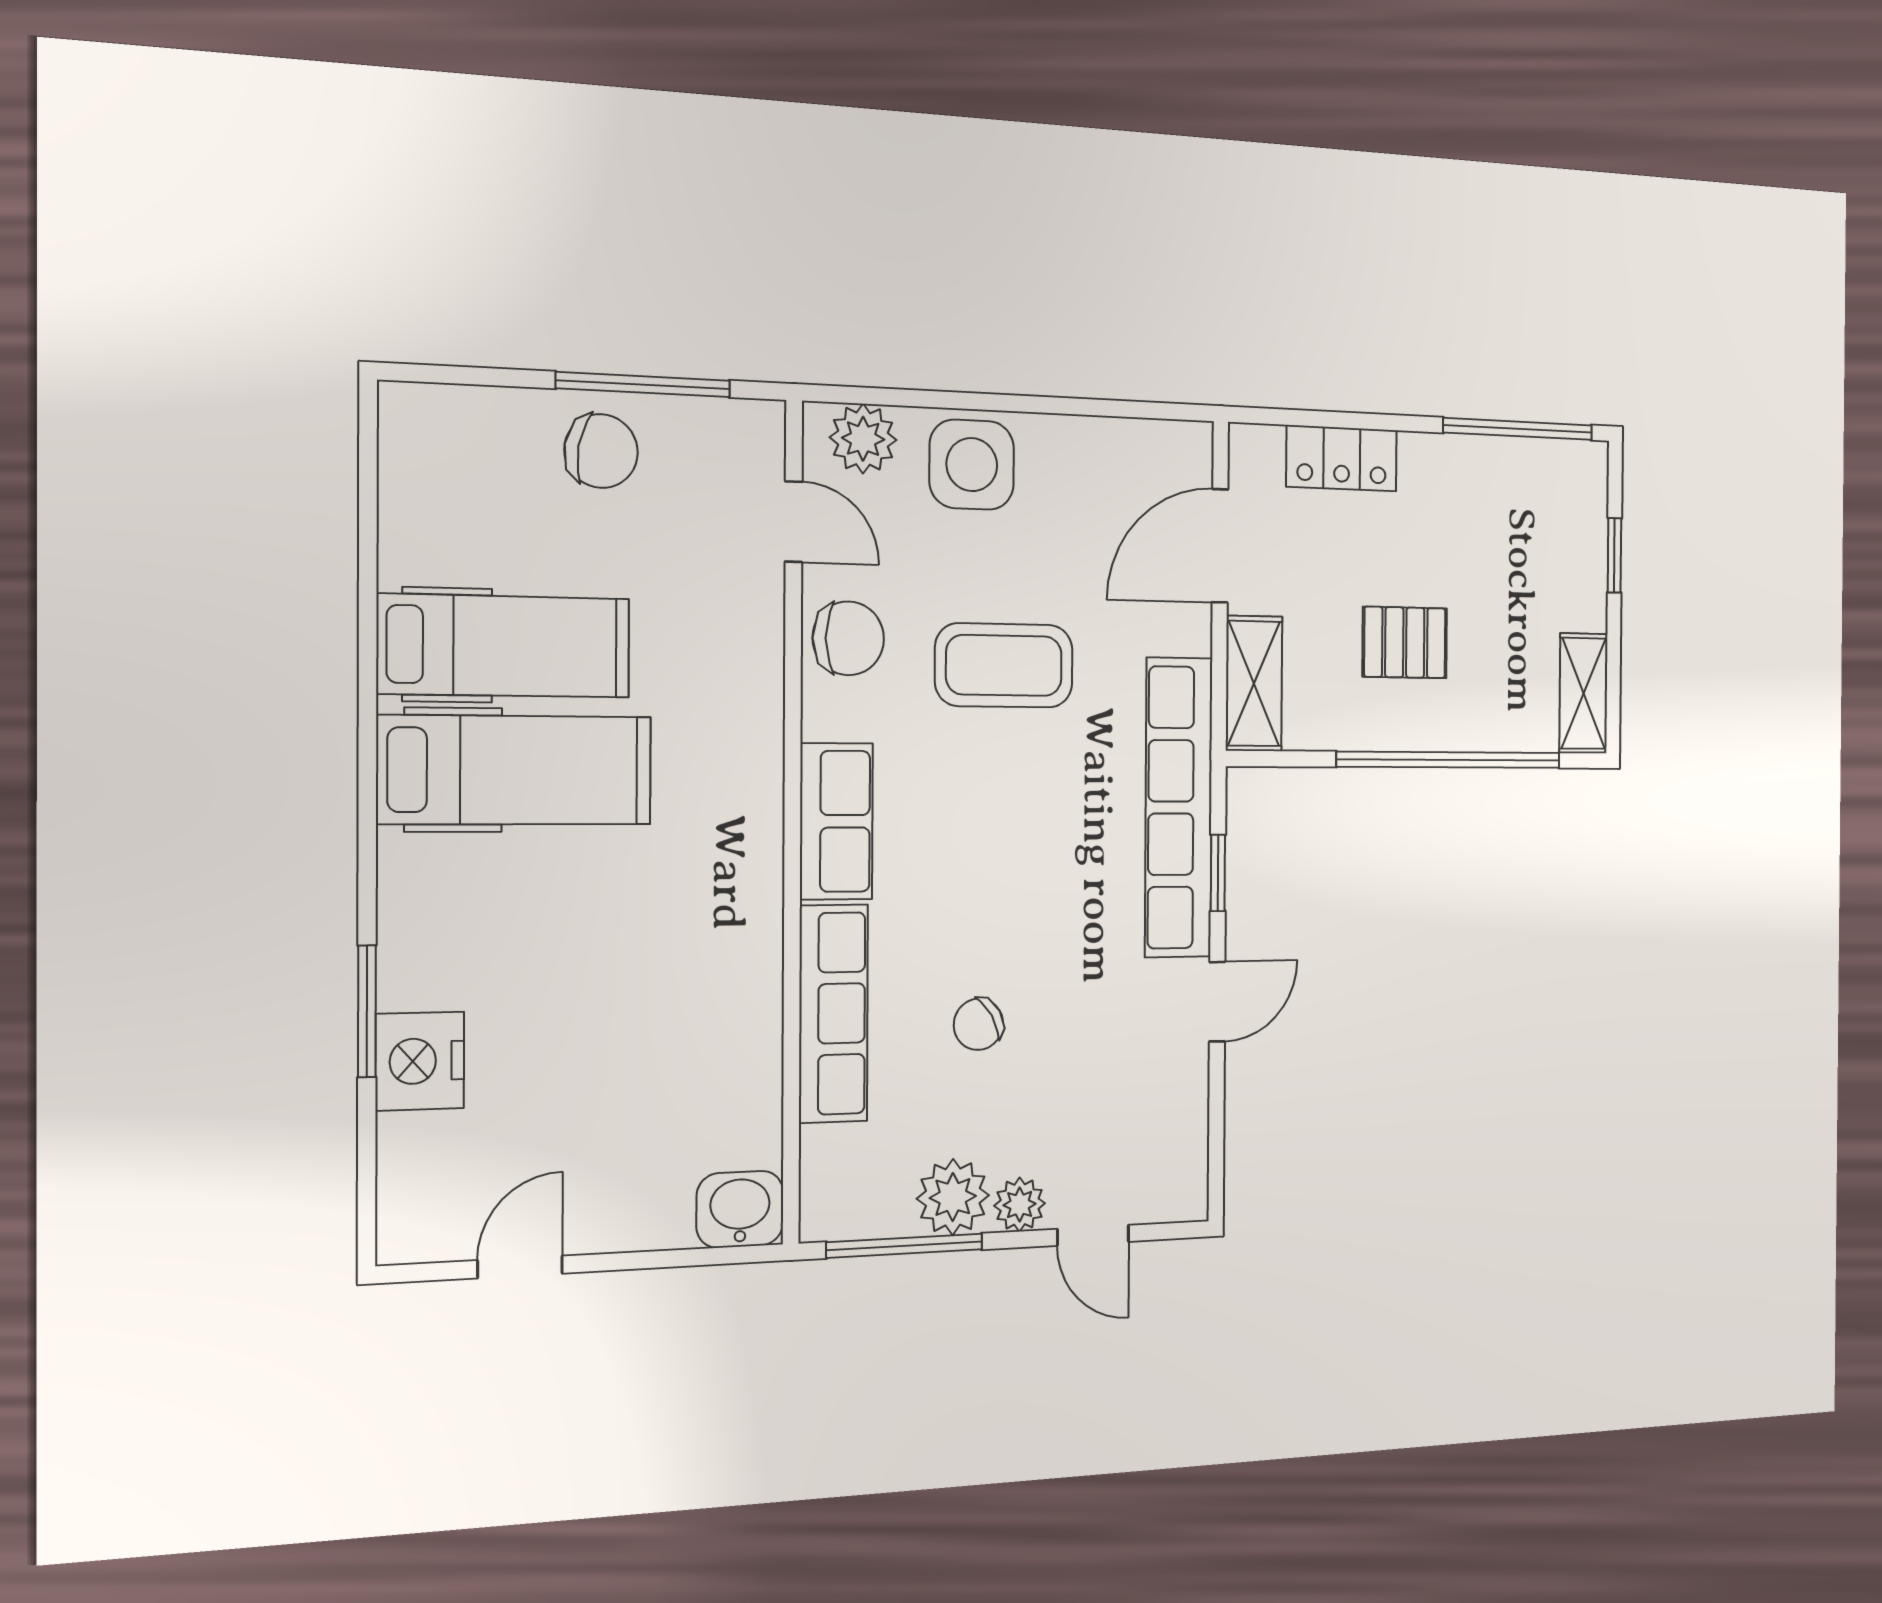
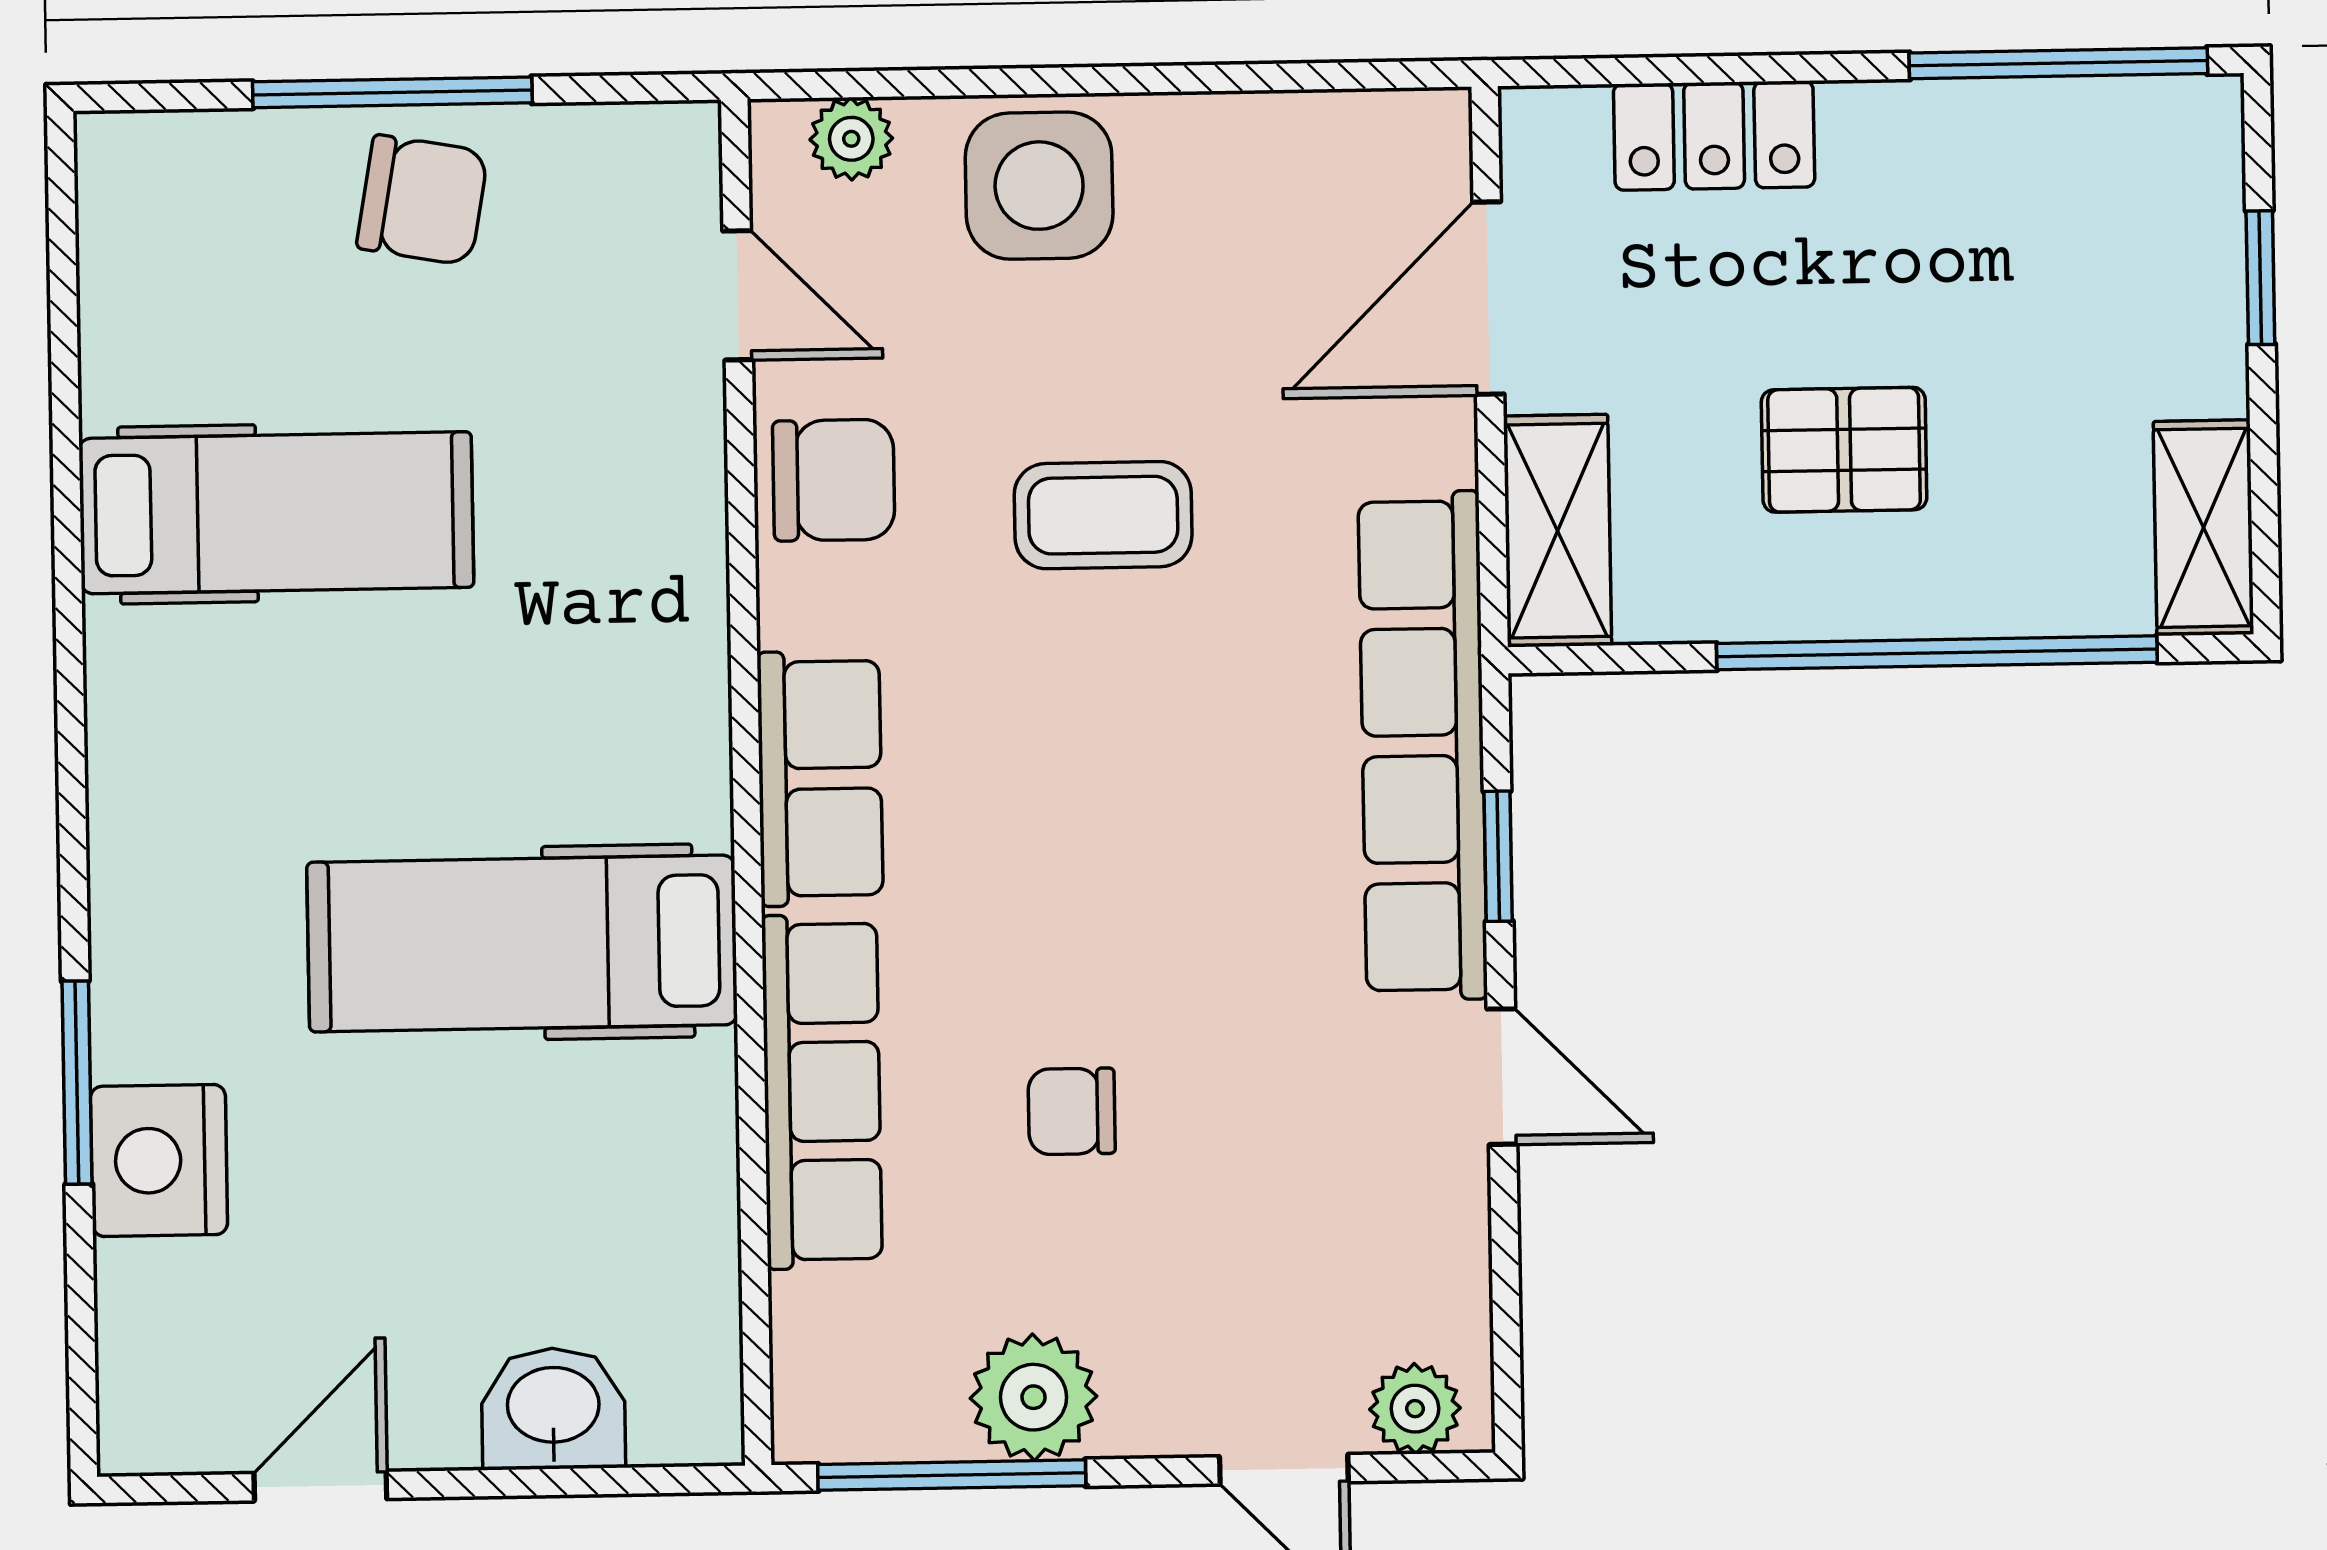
window: (643, 384) -> (392, 92), moved
plant: (863, 439) -> (851, 139), width x0.73, depth x0.73
coffee table: (1004, 665) -> (1103, 515), width x0.73, depth x0.77
hospital bed: (515, 770) -> (522, 943), moved, turned 180
door: (1217, 1002) -> (1502, 1077), hinge flipped
chair: (978, 1024) -> (1072, 1111), turned 30
plant: (1020, 1205) -> (1415, 1409), moved
washbasin: (740, 1209) -> (553, 1408), moved

